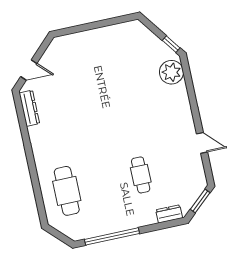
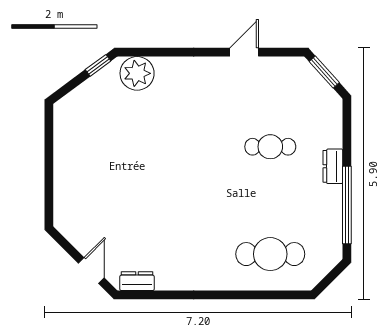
dresser: (29, 108) -> (137, 281), width x0.70
dresser: (169, 214) -> (333, 166), moved

